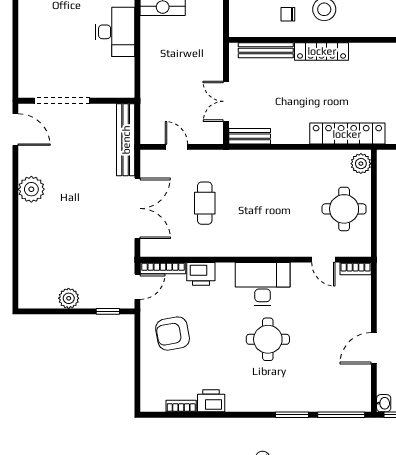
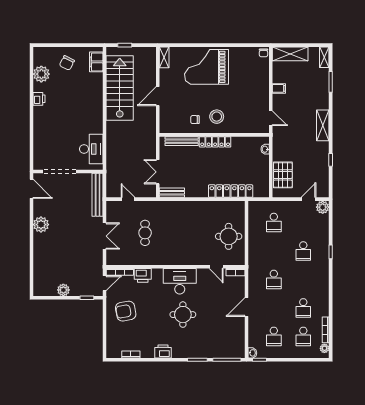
desk: (115, 32) -> (91, 149), moved
plant: (361, 164) -> (239, 209), removed
double door: (137, 208) -> (105, 236), width x0.73
door: (374, 348) -> (246, 307), moved
printer: (211, 401) -> (163, 351), moved

